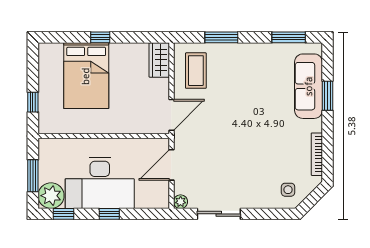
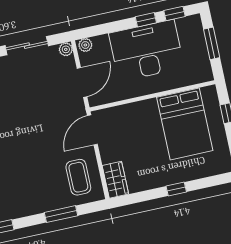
bed: (86, 76) -> (185, 124), moved, turned 180
plant: (51, 196) -> (85, 45), moved, width x0.53, depth x0.53
window: (109, 214) -> (146, 20), moved

